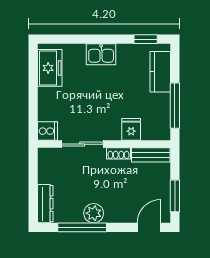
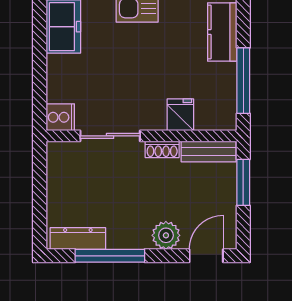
window: (175, 196) -> (243, 182), moved
dresser: (45, 204) -> (78, 238), moved, turned -90
plant: (94, 213) -> (166, 235), moved

